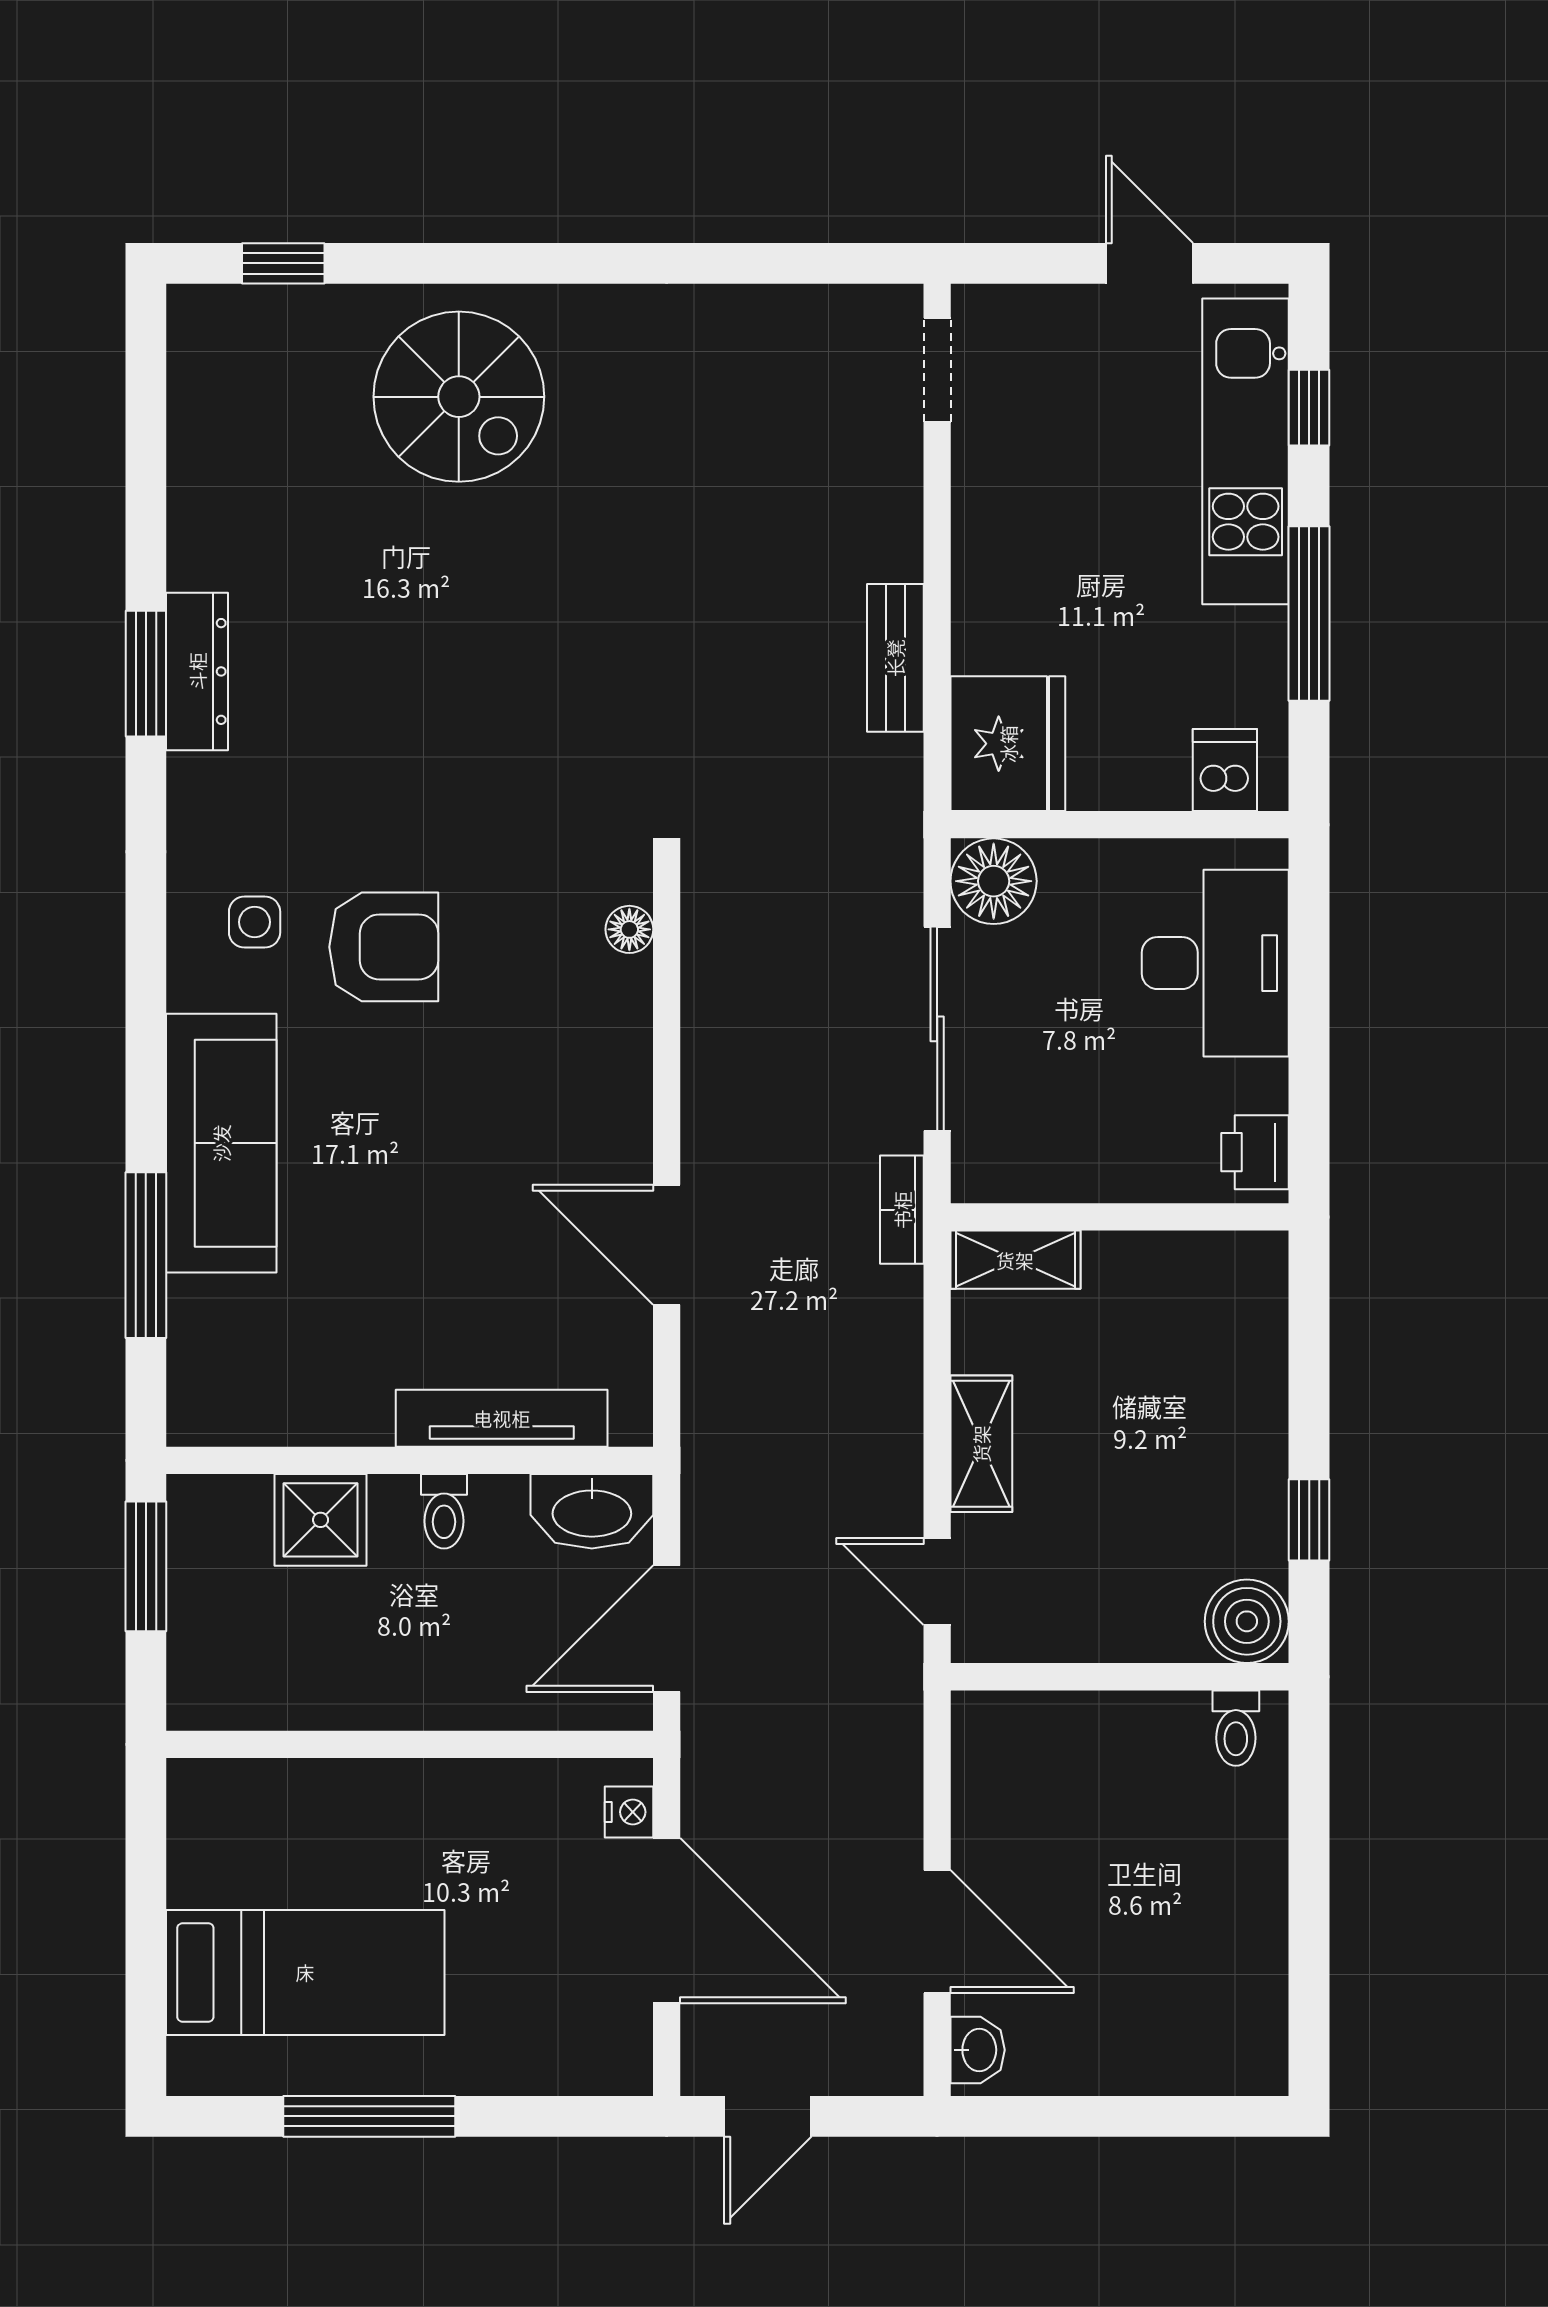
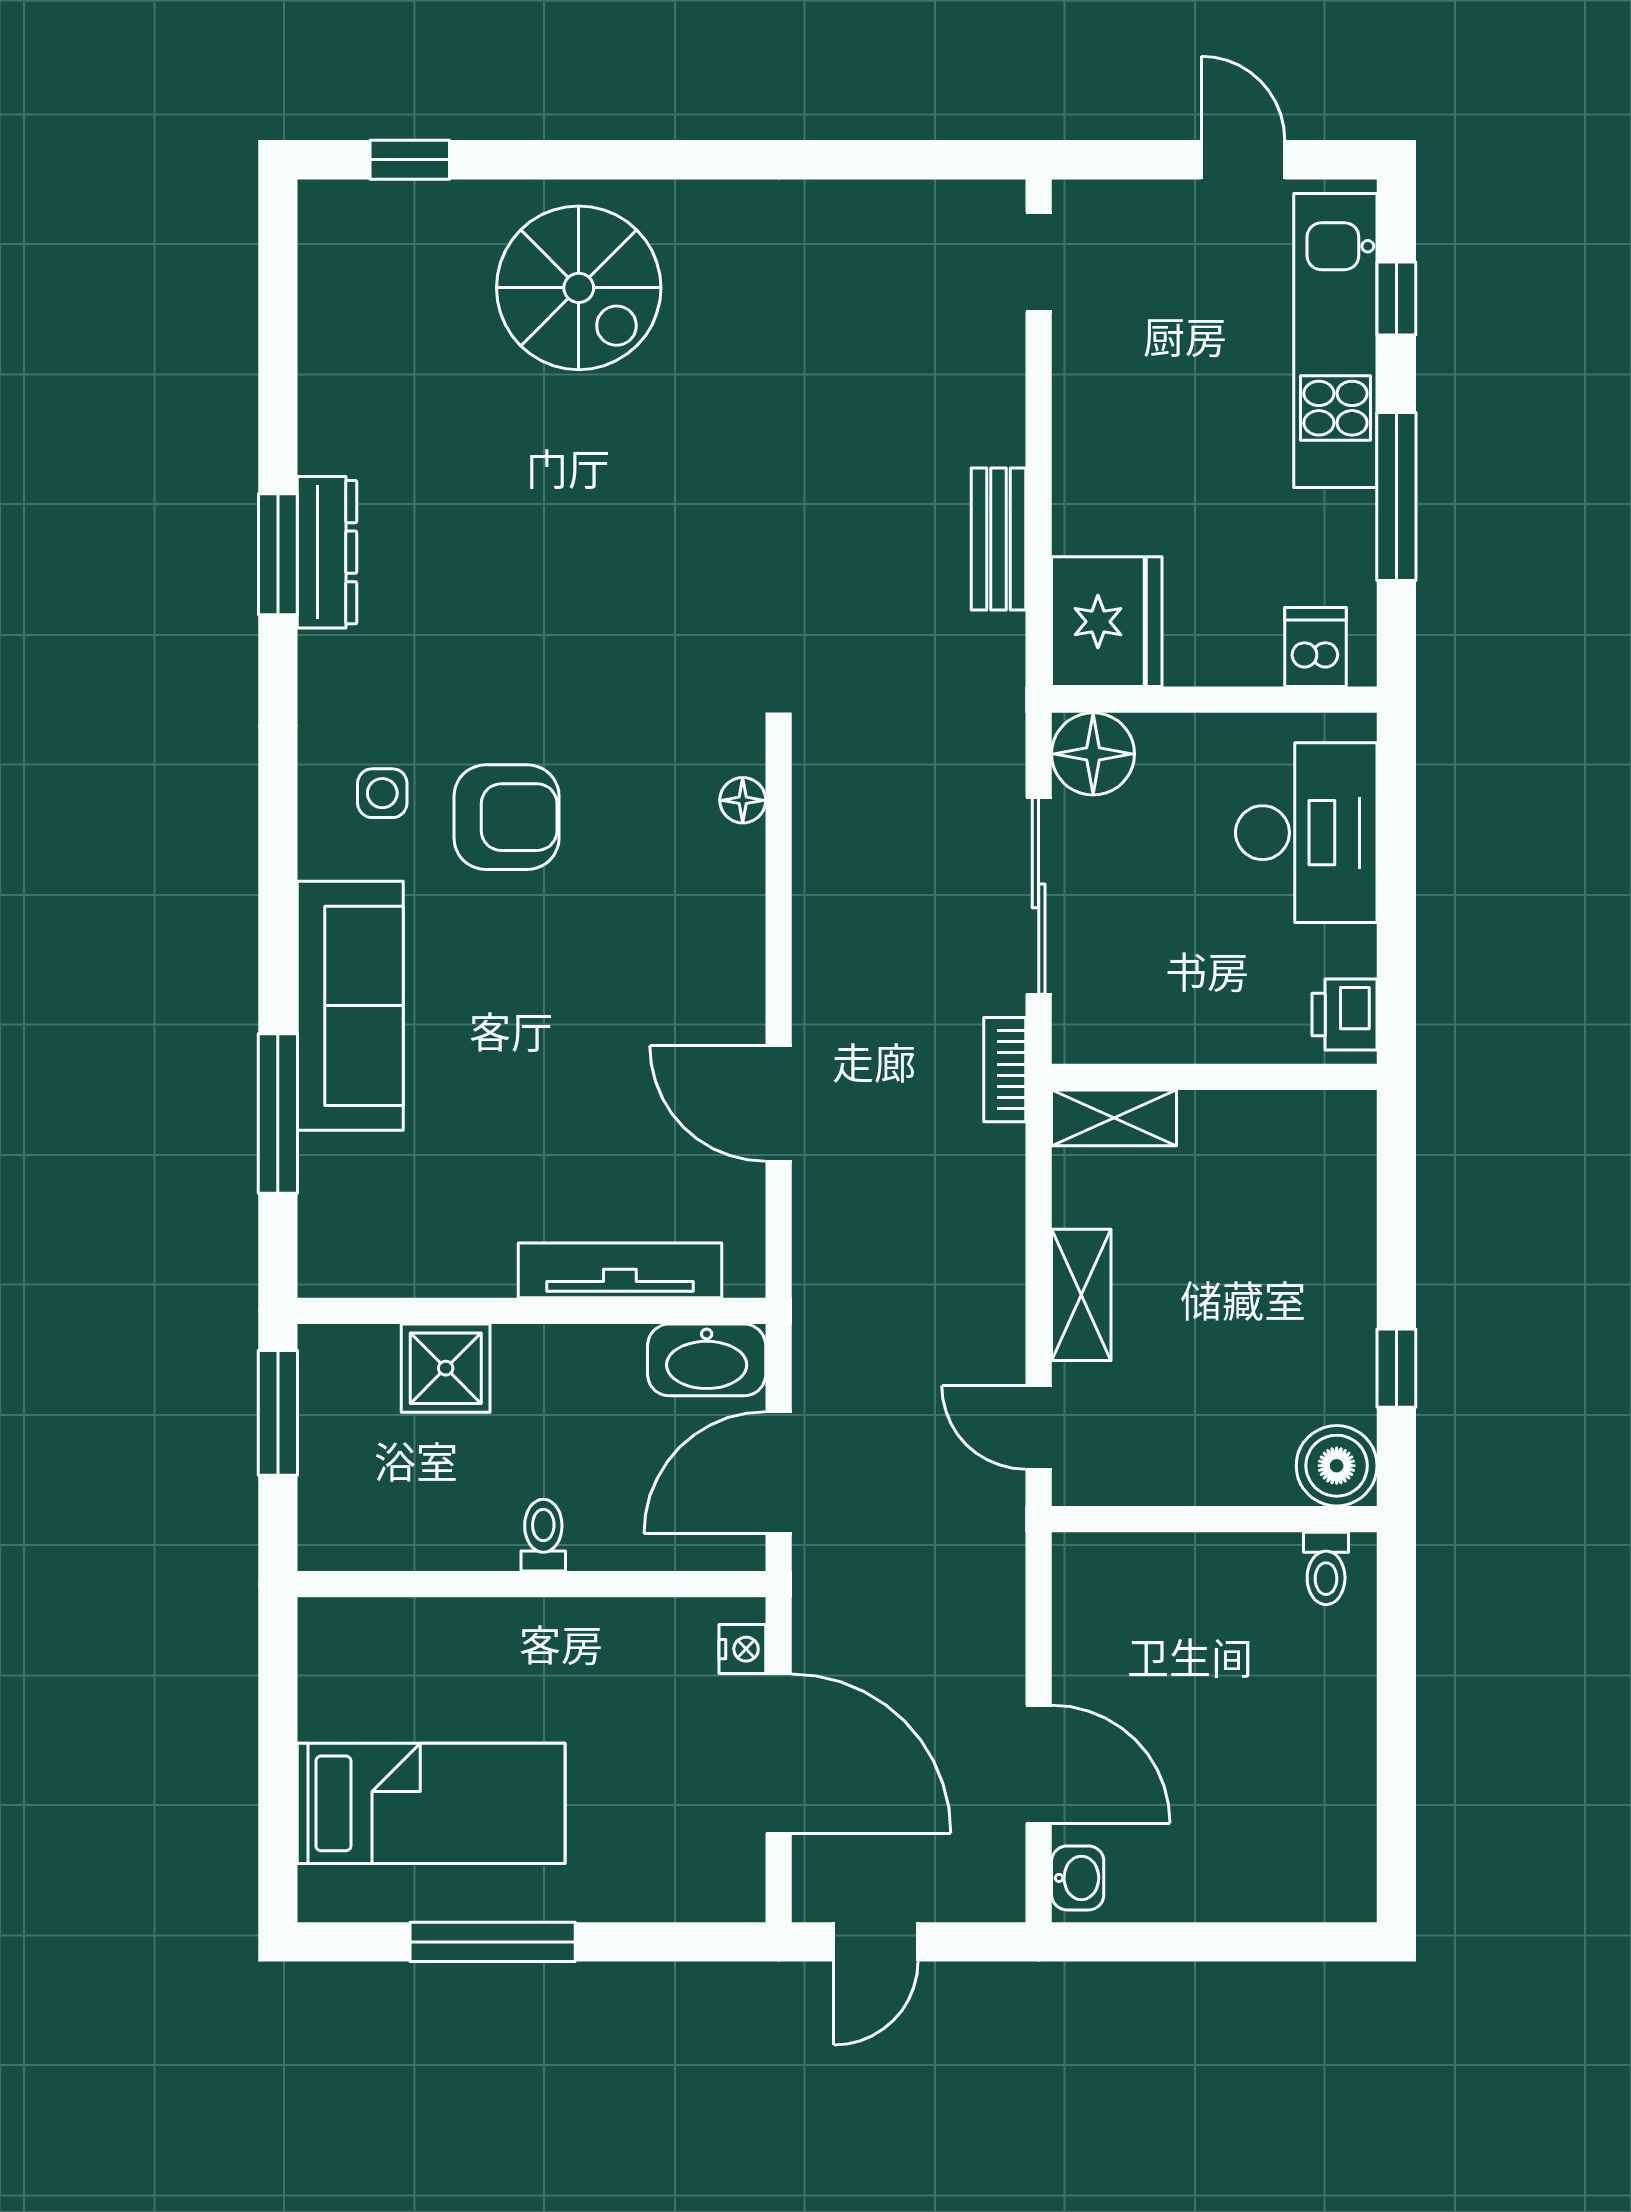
toilet: (444, 1511) -> (543, 1535), moved, turned 180

